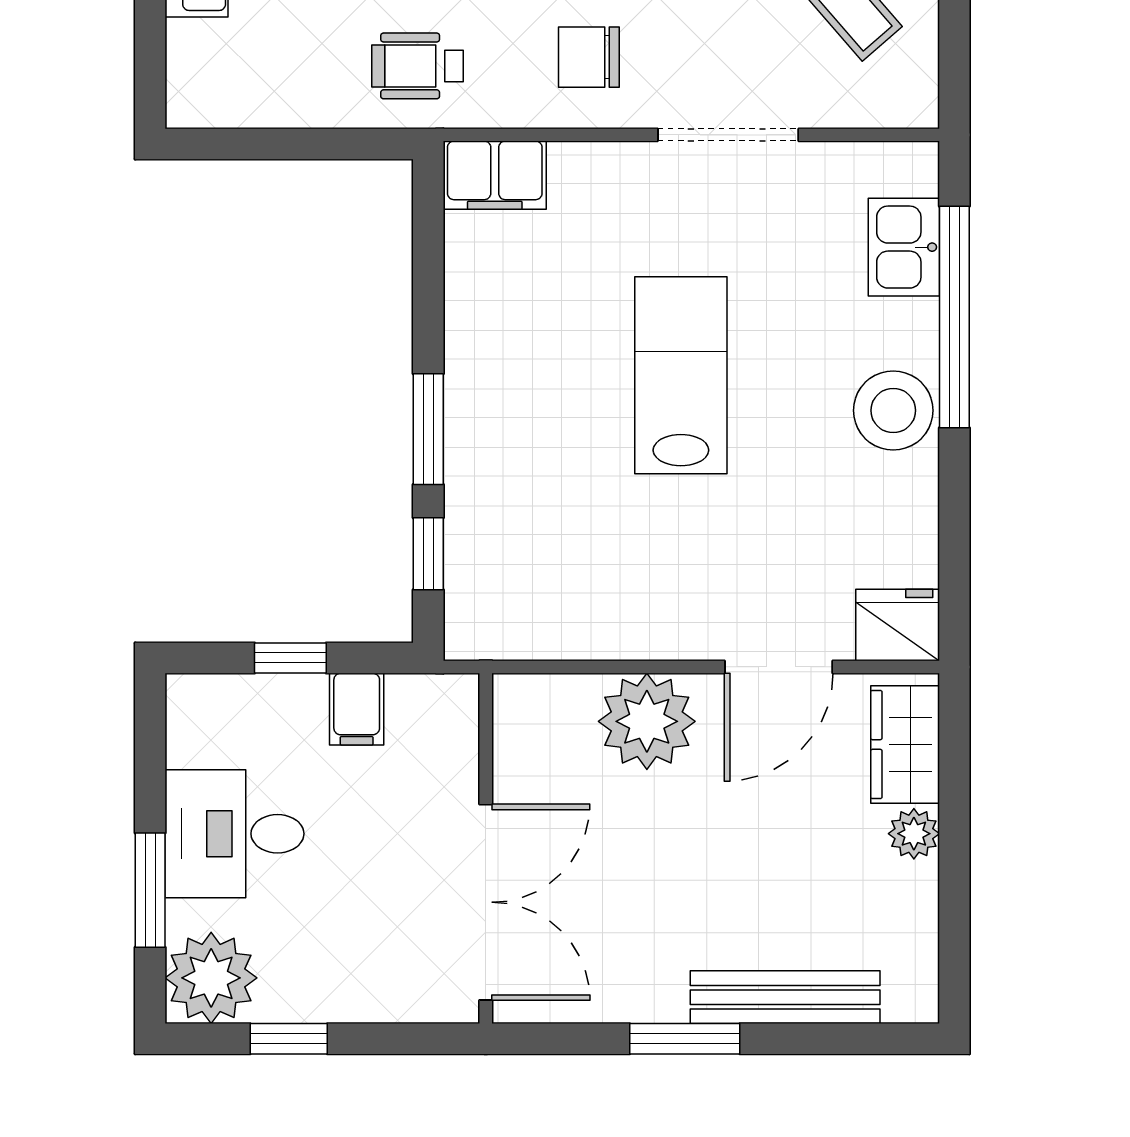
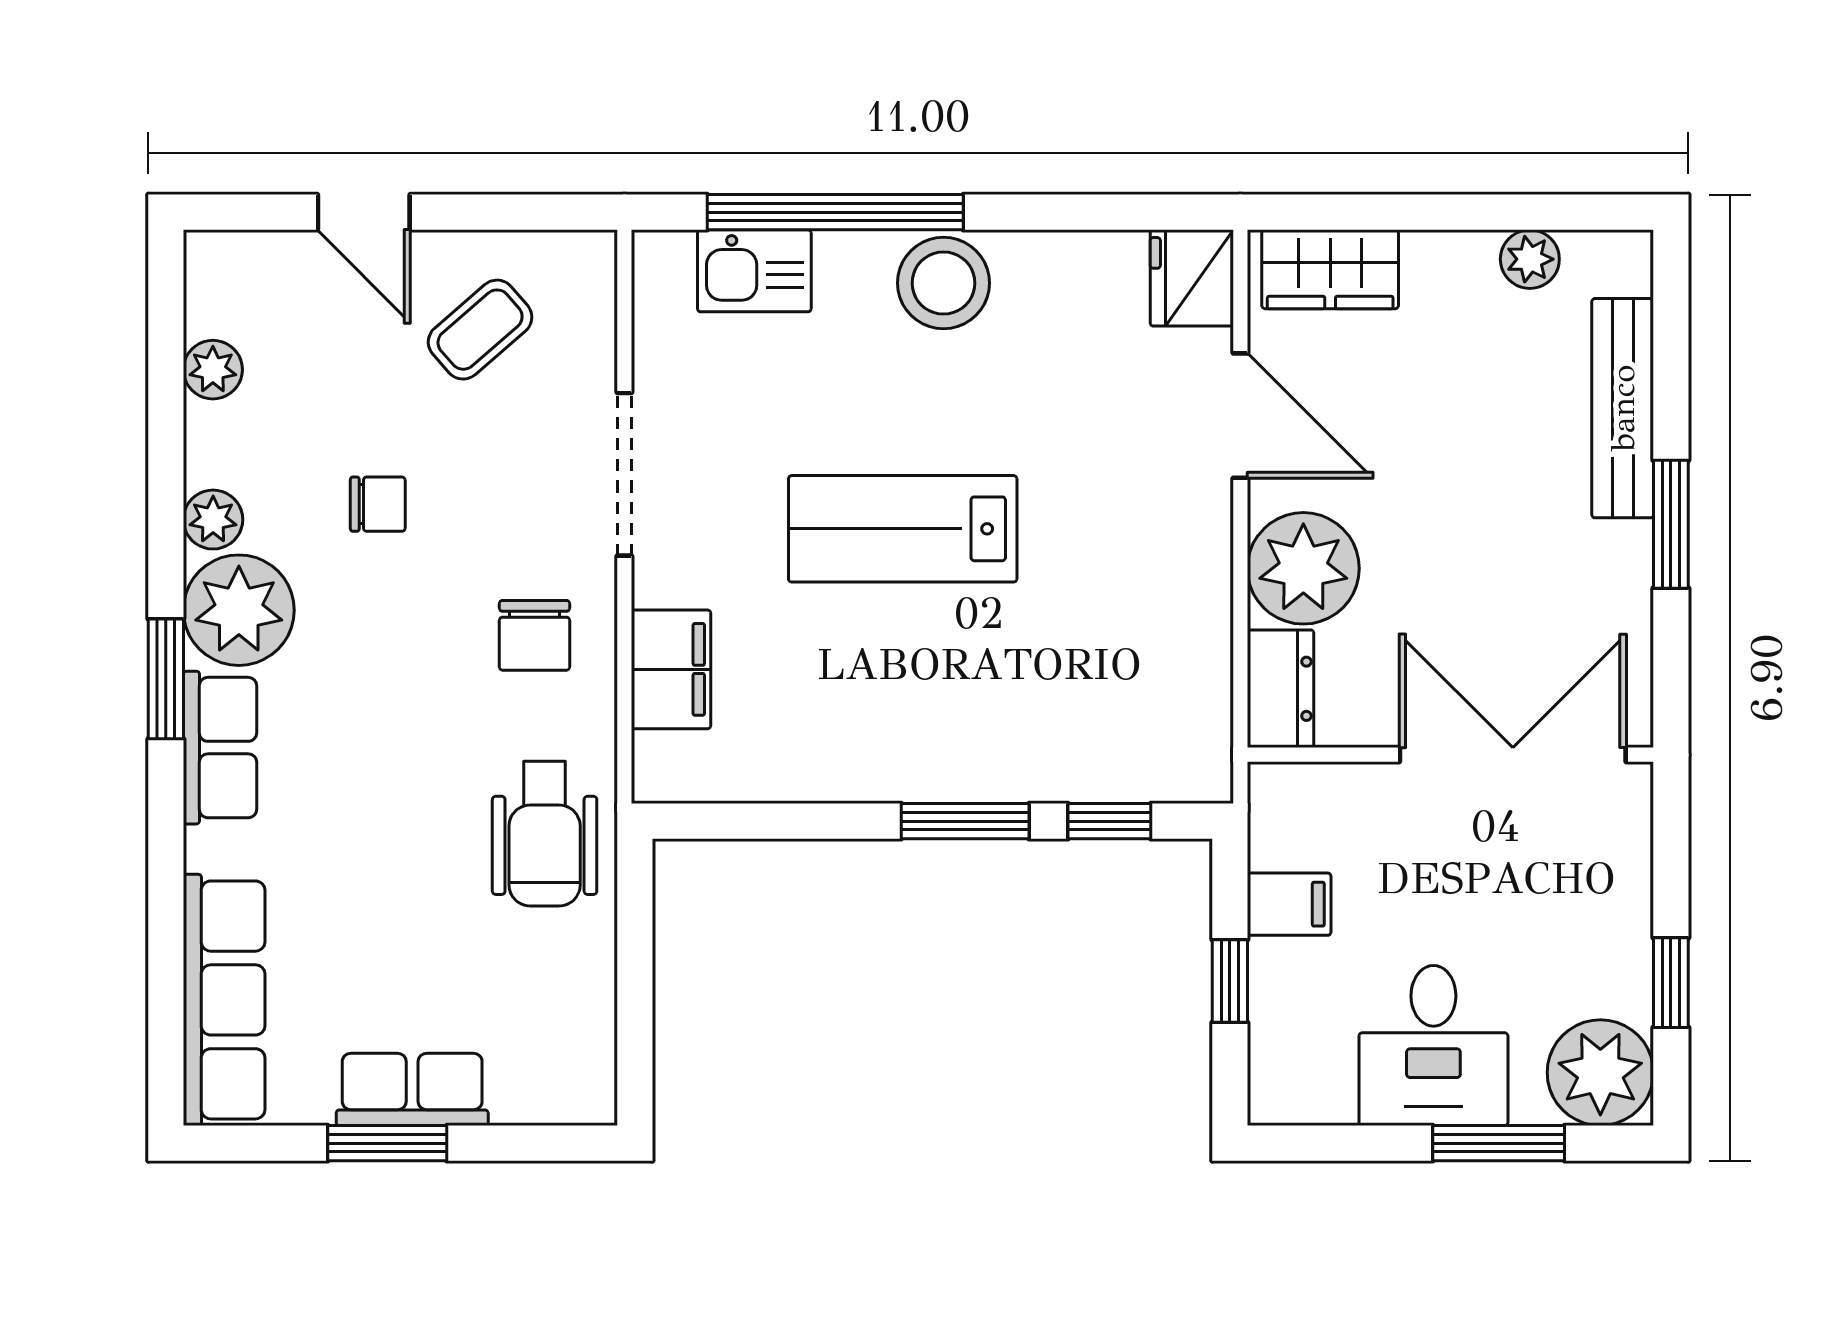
wheelchair: (417, 66) -> (545, 834), width x1.36, depth x1.37
filing cabinet: (495, 175) -> (671, 669), moved
dresser: (543, 702) -> (1281, 689), added
plant: (914, 834) -> (1530, 259), moved

